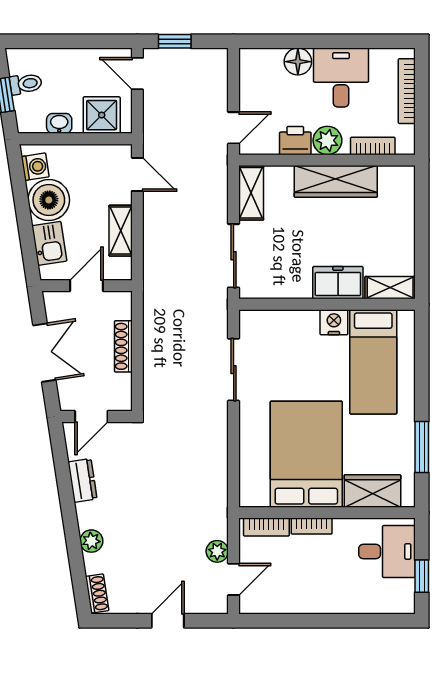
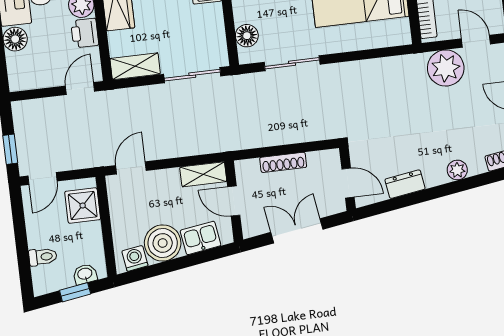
toilet: (26, 84) -> (43, 257), moved, turned 99
washbasin: (59, 123) -> (85, 274), moved, turned 81
door: (234, 128) -> (80, 89), hinge flipped
shelving: (121, 231) -> (203, 174), moved
floor lamp: (271, 322) -> (247, 36), added
plant: (217, 551) -> (446, 68), width x1.88, depth x1.88

